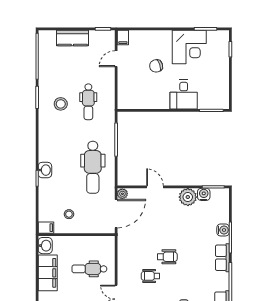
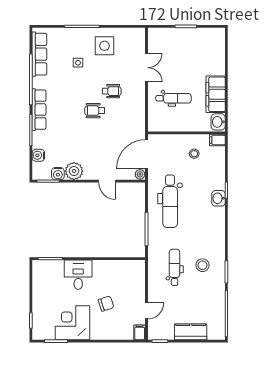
dental chair: (93, 167) -> (170, 201), turned 180
water cooler: (223, 230) -> (38, 155), moved
row of seats: (222, 258) -> (39, 110), width x1.48

